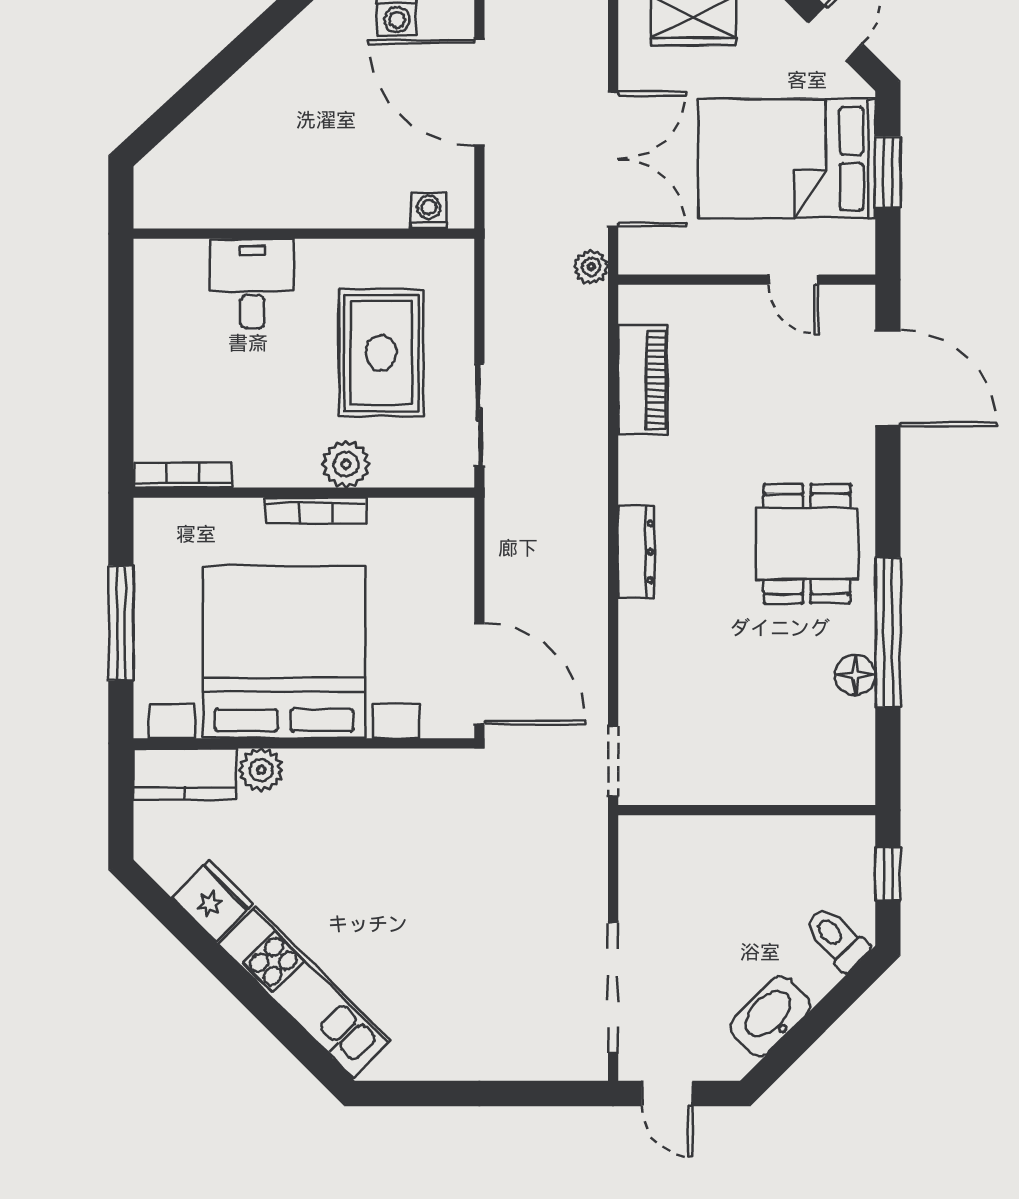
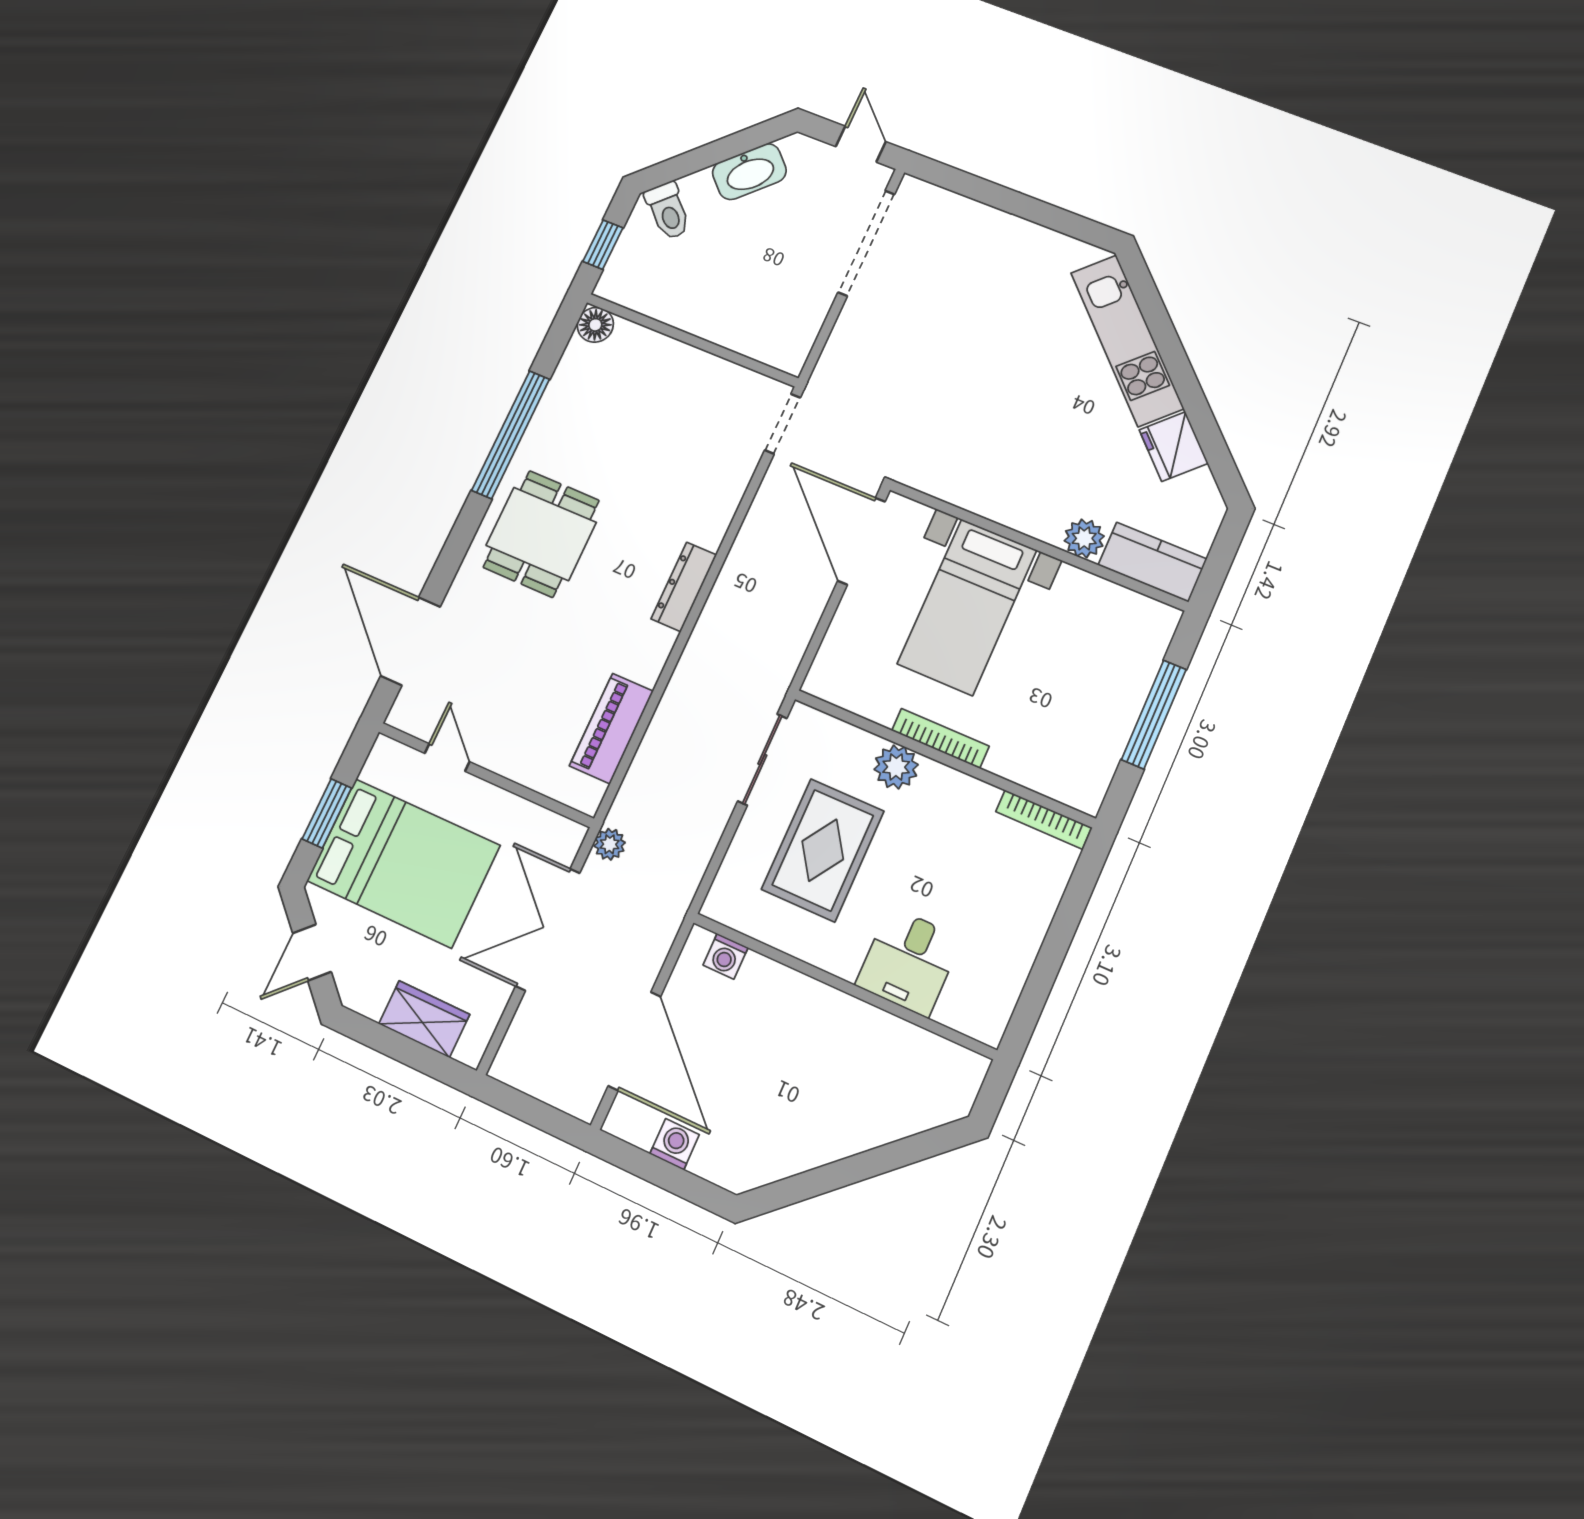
bed with nightstands: (284, 652) -> (967, 607), width x0.54
floor lamp: (855, 675) -> (595, 325), moved

